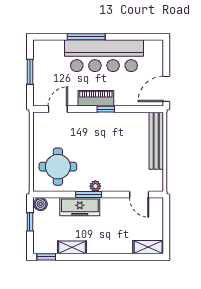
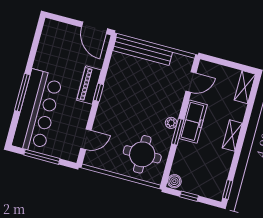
bar counter: (104, 56) -> (37, 111), moved
window: (30, 72) -> (42, 157), width x1.44
piano: (96, 98) -> (89, 85), moved
door: (58, 109) -> (86, 139), swing flipped
freezer: (80, 207) -> (193, 122), moved
shelving: (72, 247) -> (232, 136), moved

